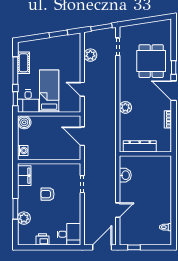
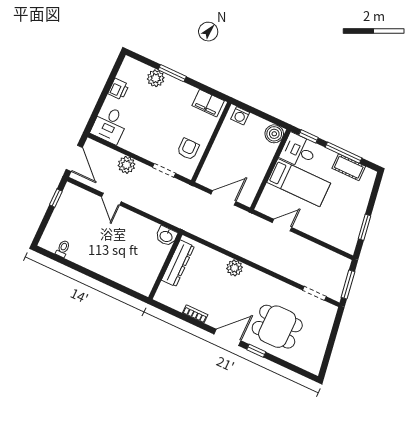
plant: (90, 55) -> (126, 165), moved
washbasin: (125, 175) -> (166, 236), moved
armchair: (48, 194) -> (188, 149), moved

